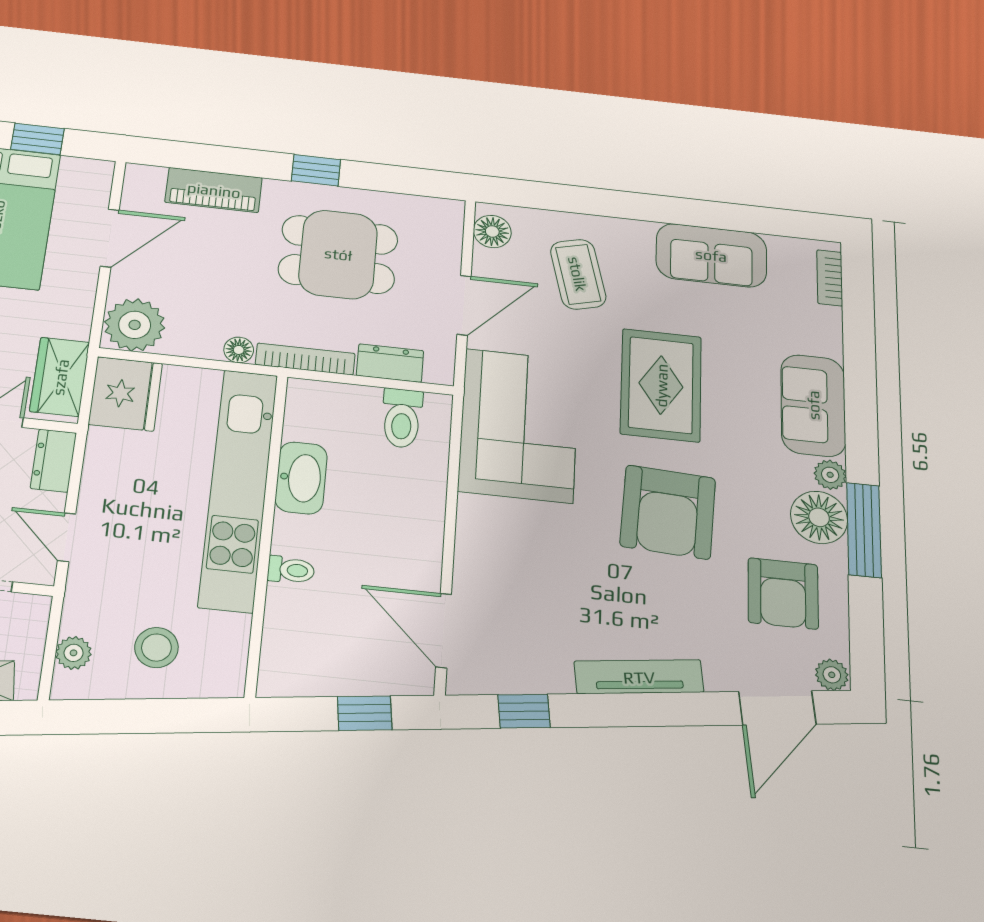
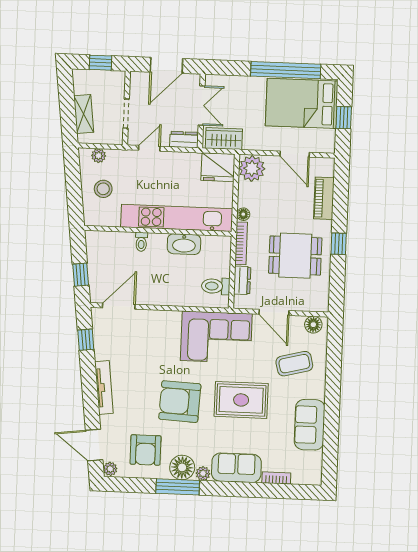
dining table: (338, 254) -> (295, 256), turned 90
bookcase: (830, 278) -> (276, 478), moved
armchair: (783, 593) -> (146, 450), turned -90

